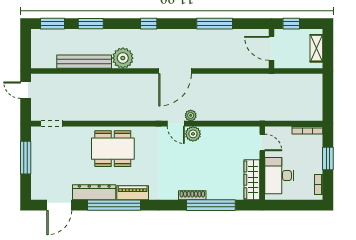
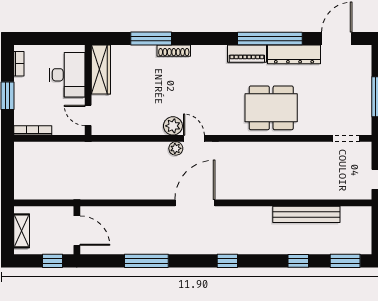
window: (91, 24) -> (298, 261), width x0.67
plant: (123, 58) -> (259, 219), removed
window: (211, 205) -> (151, 39), width x0.68

